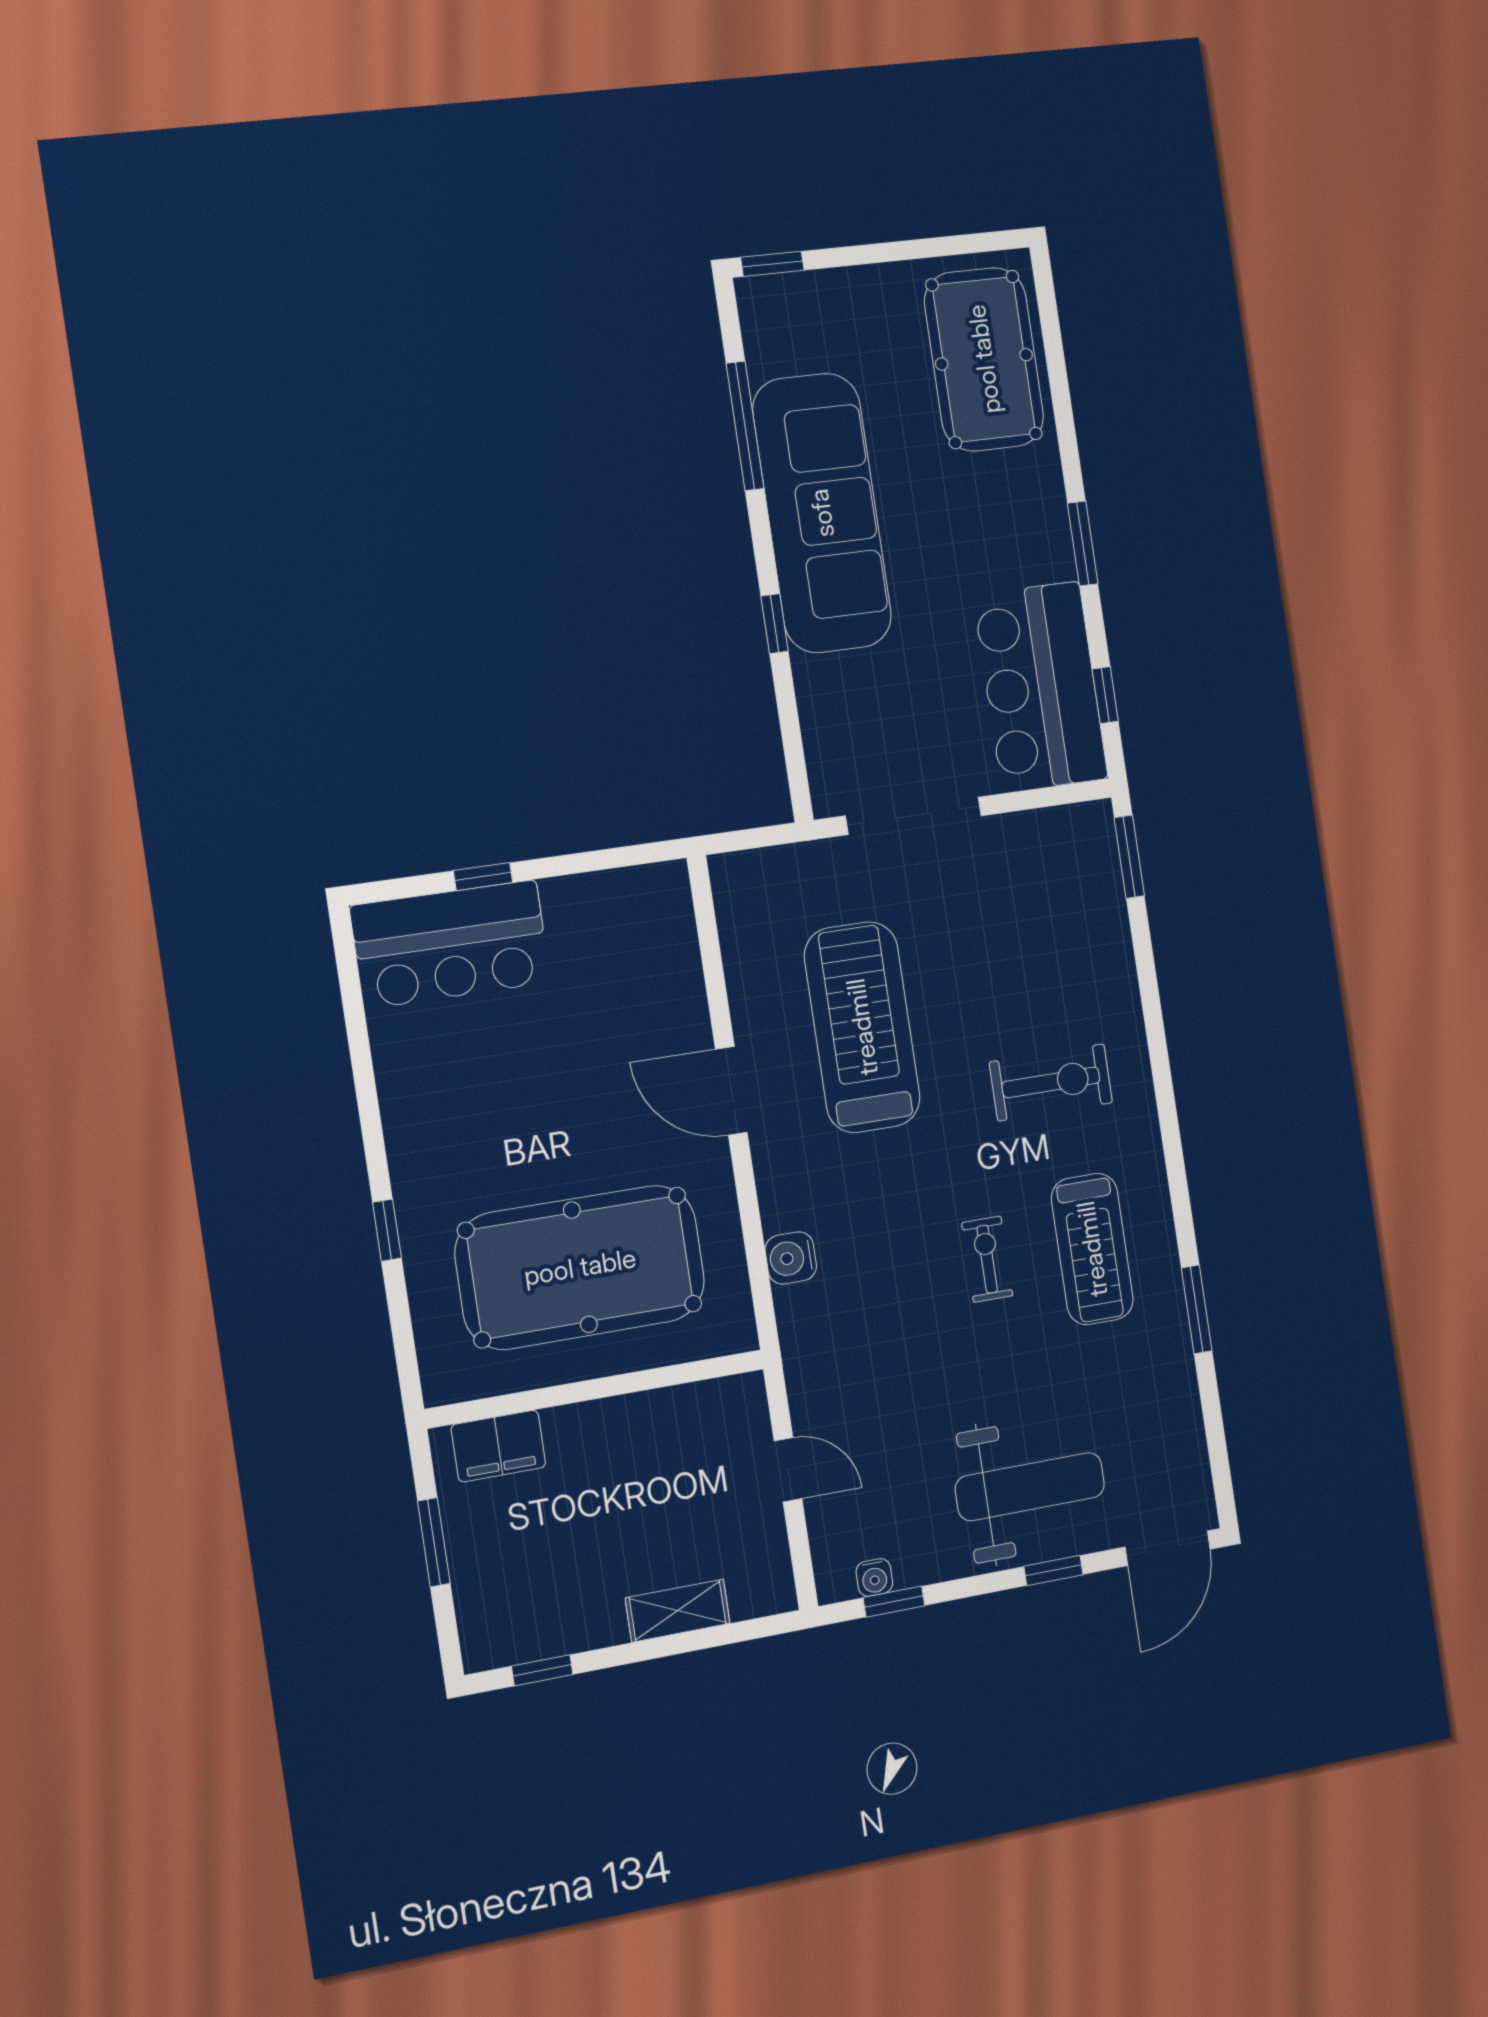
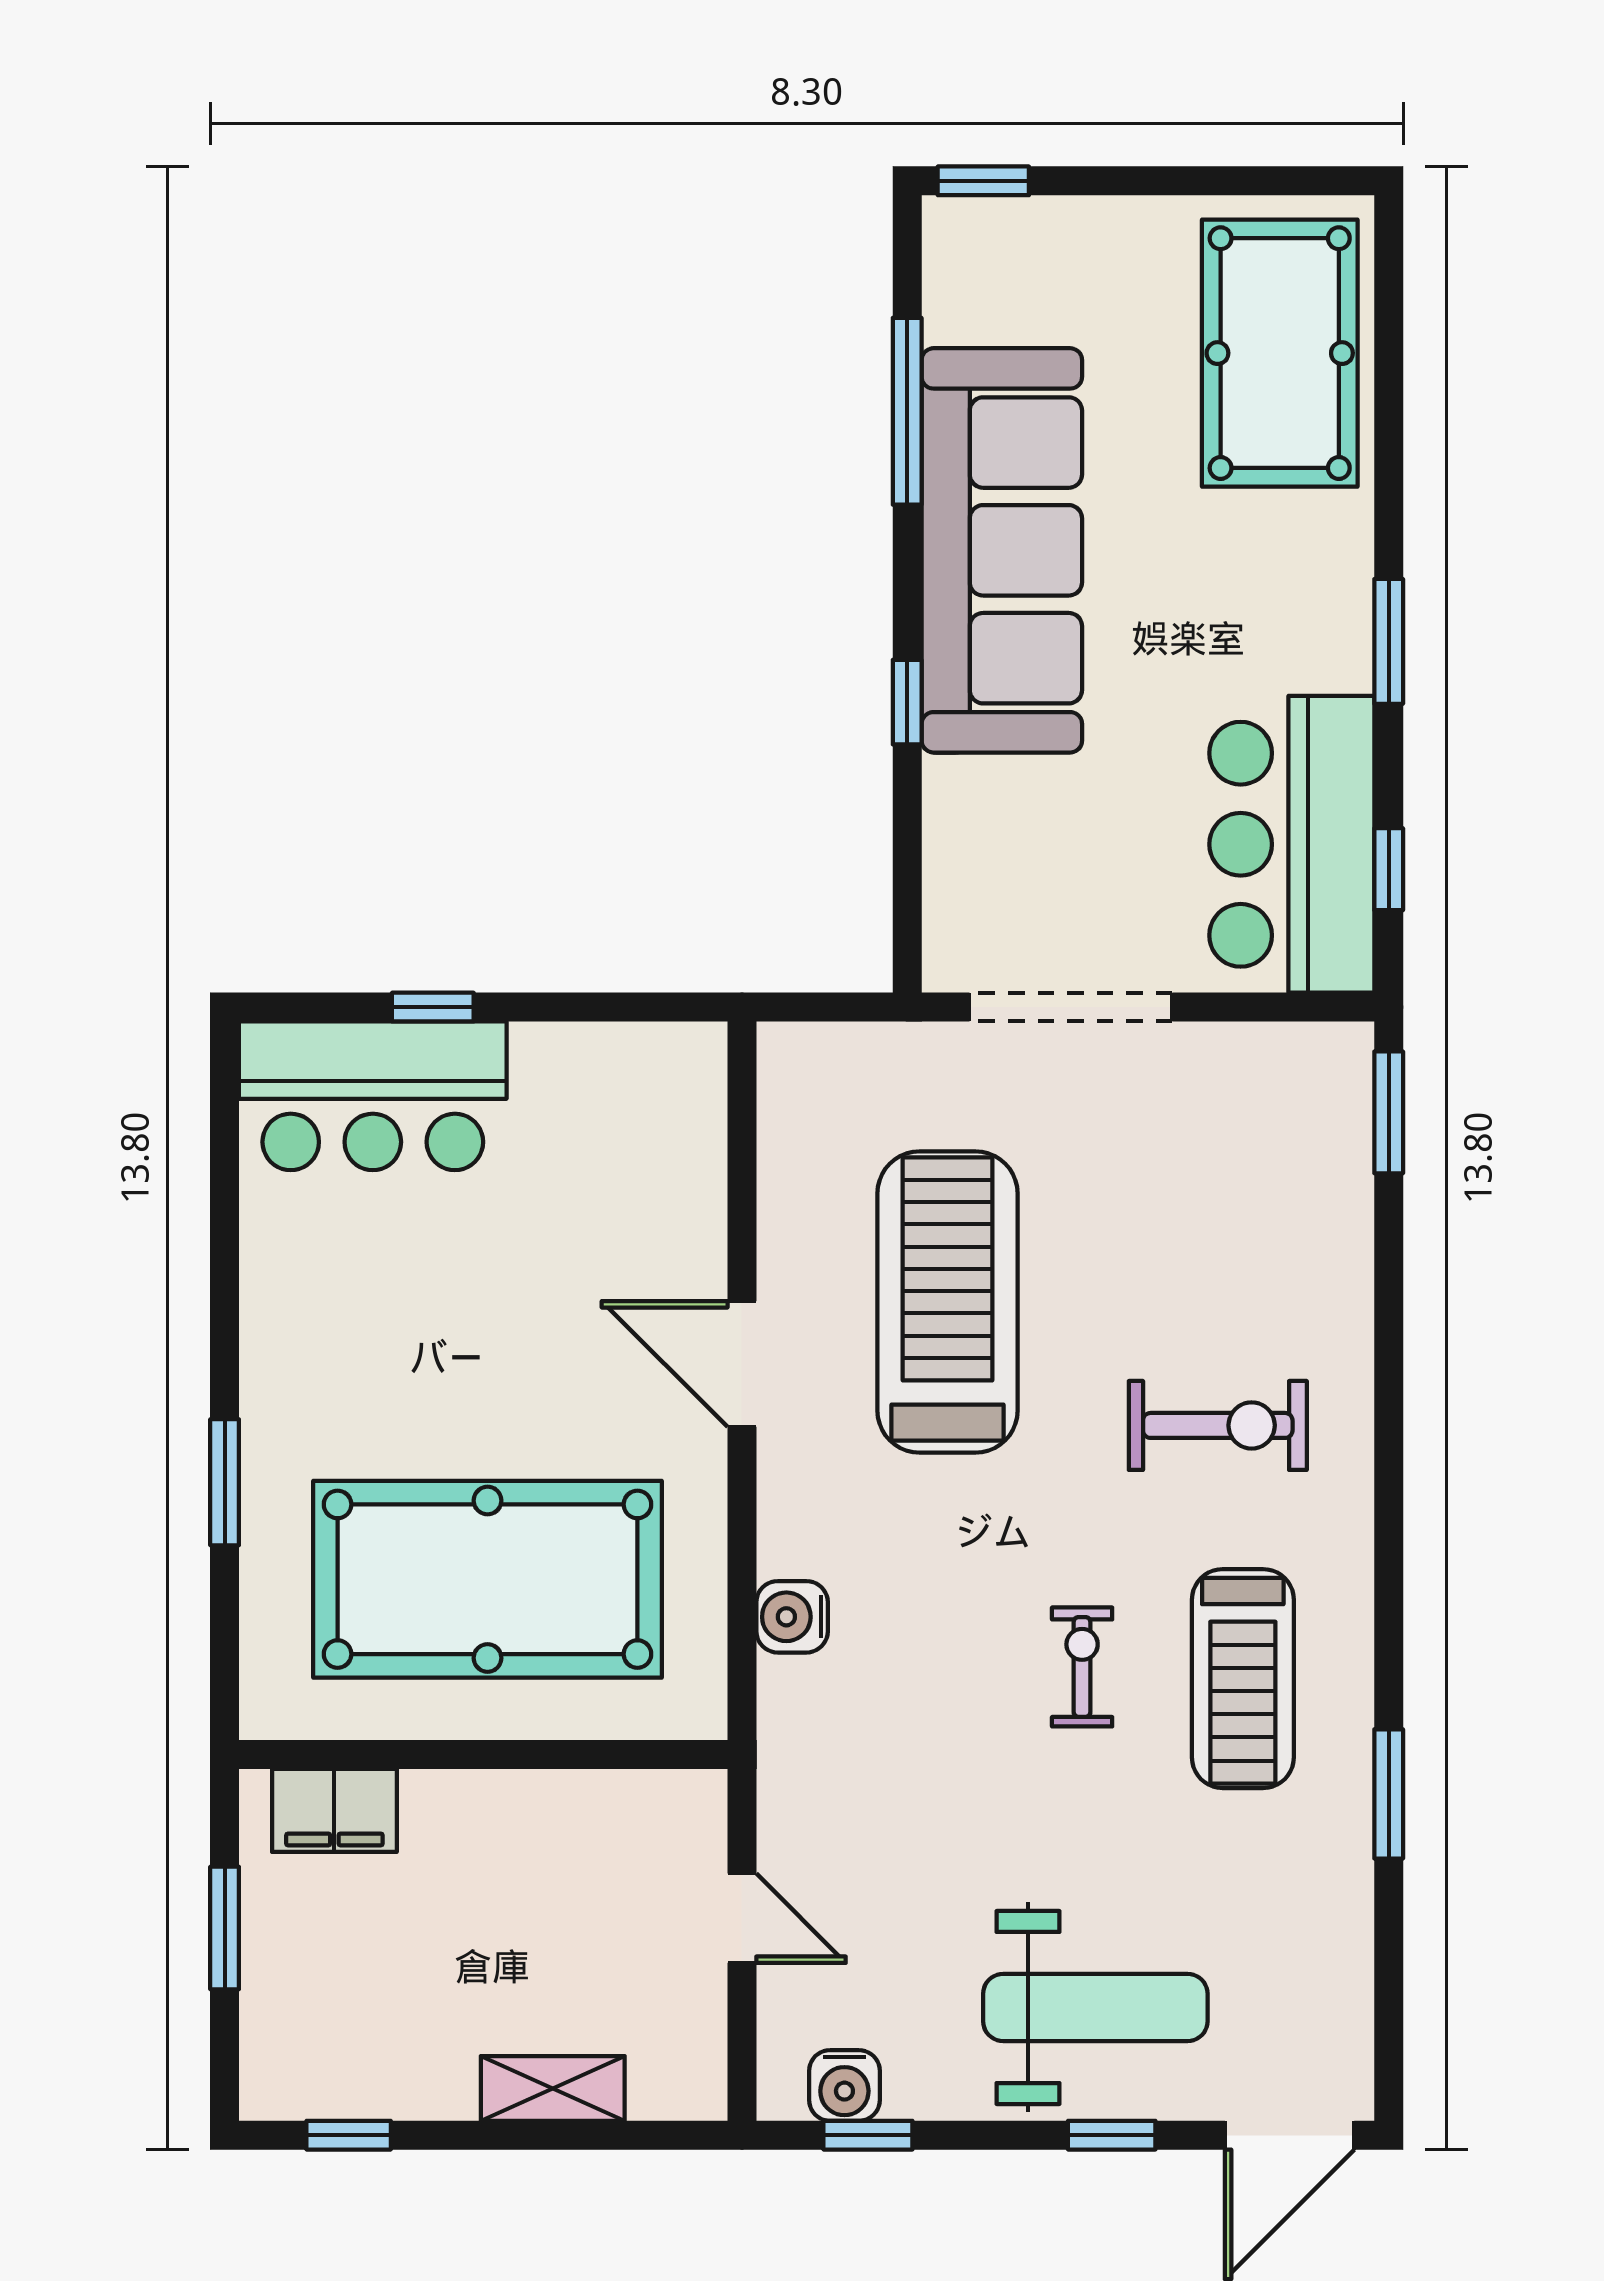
window: (387, 1230) -> (225, 1482), width x1.50
water cooler: (874, 1577) -> (844, 2085), width x1.38, depth x1.38

